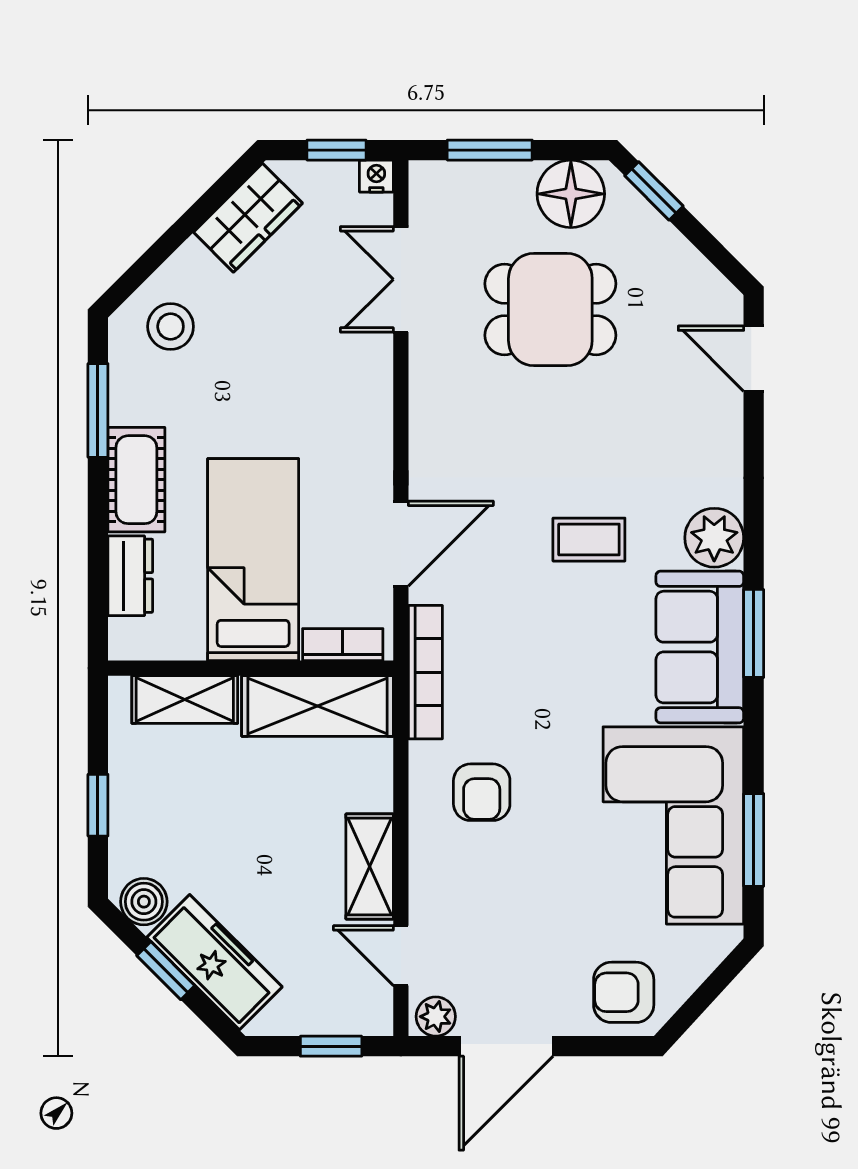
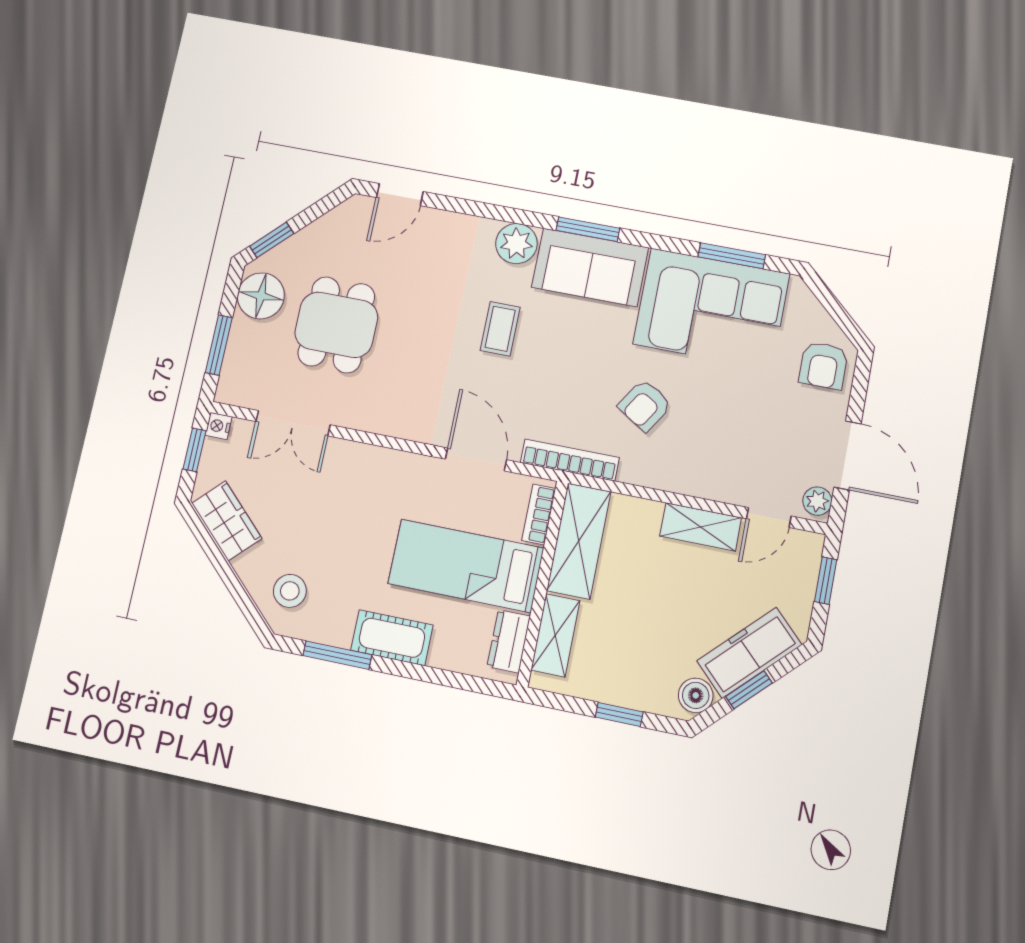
dresser: (130, 576) -> (509, 641), moved, turned -90
armchair: (482, 792) -> (645, 405), moved, turned 122

